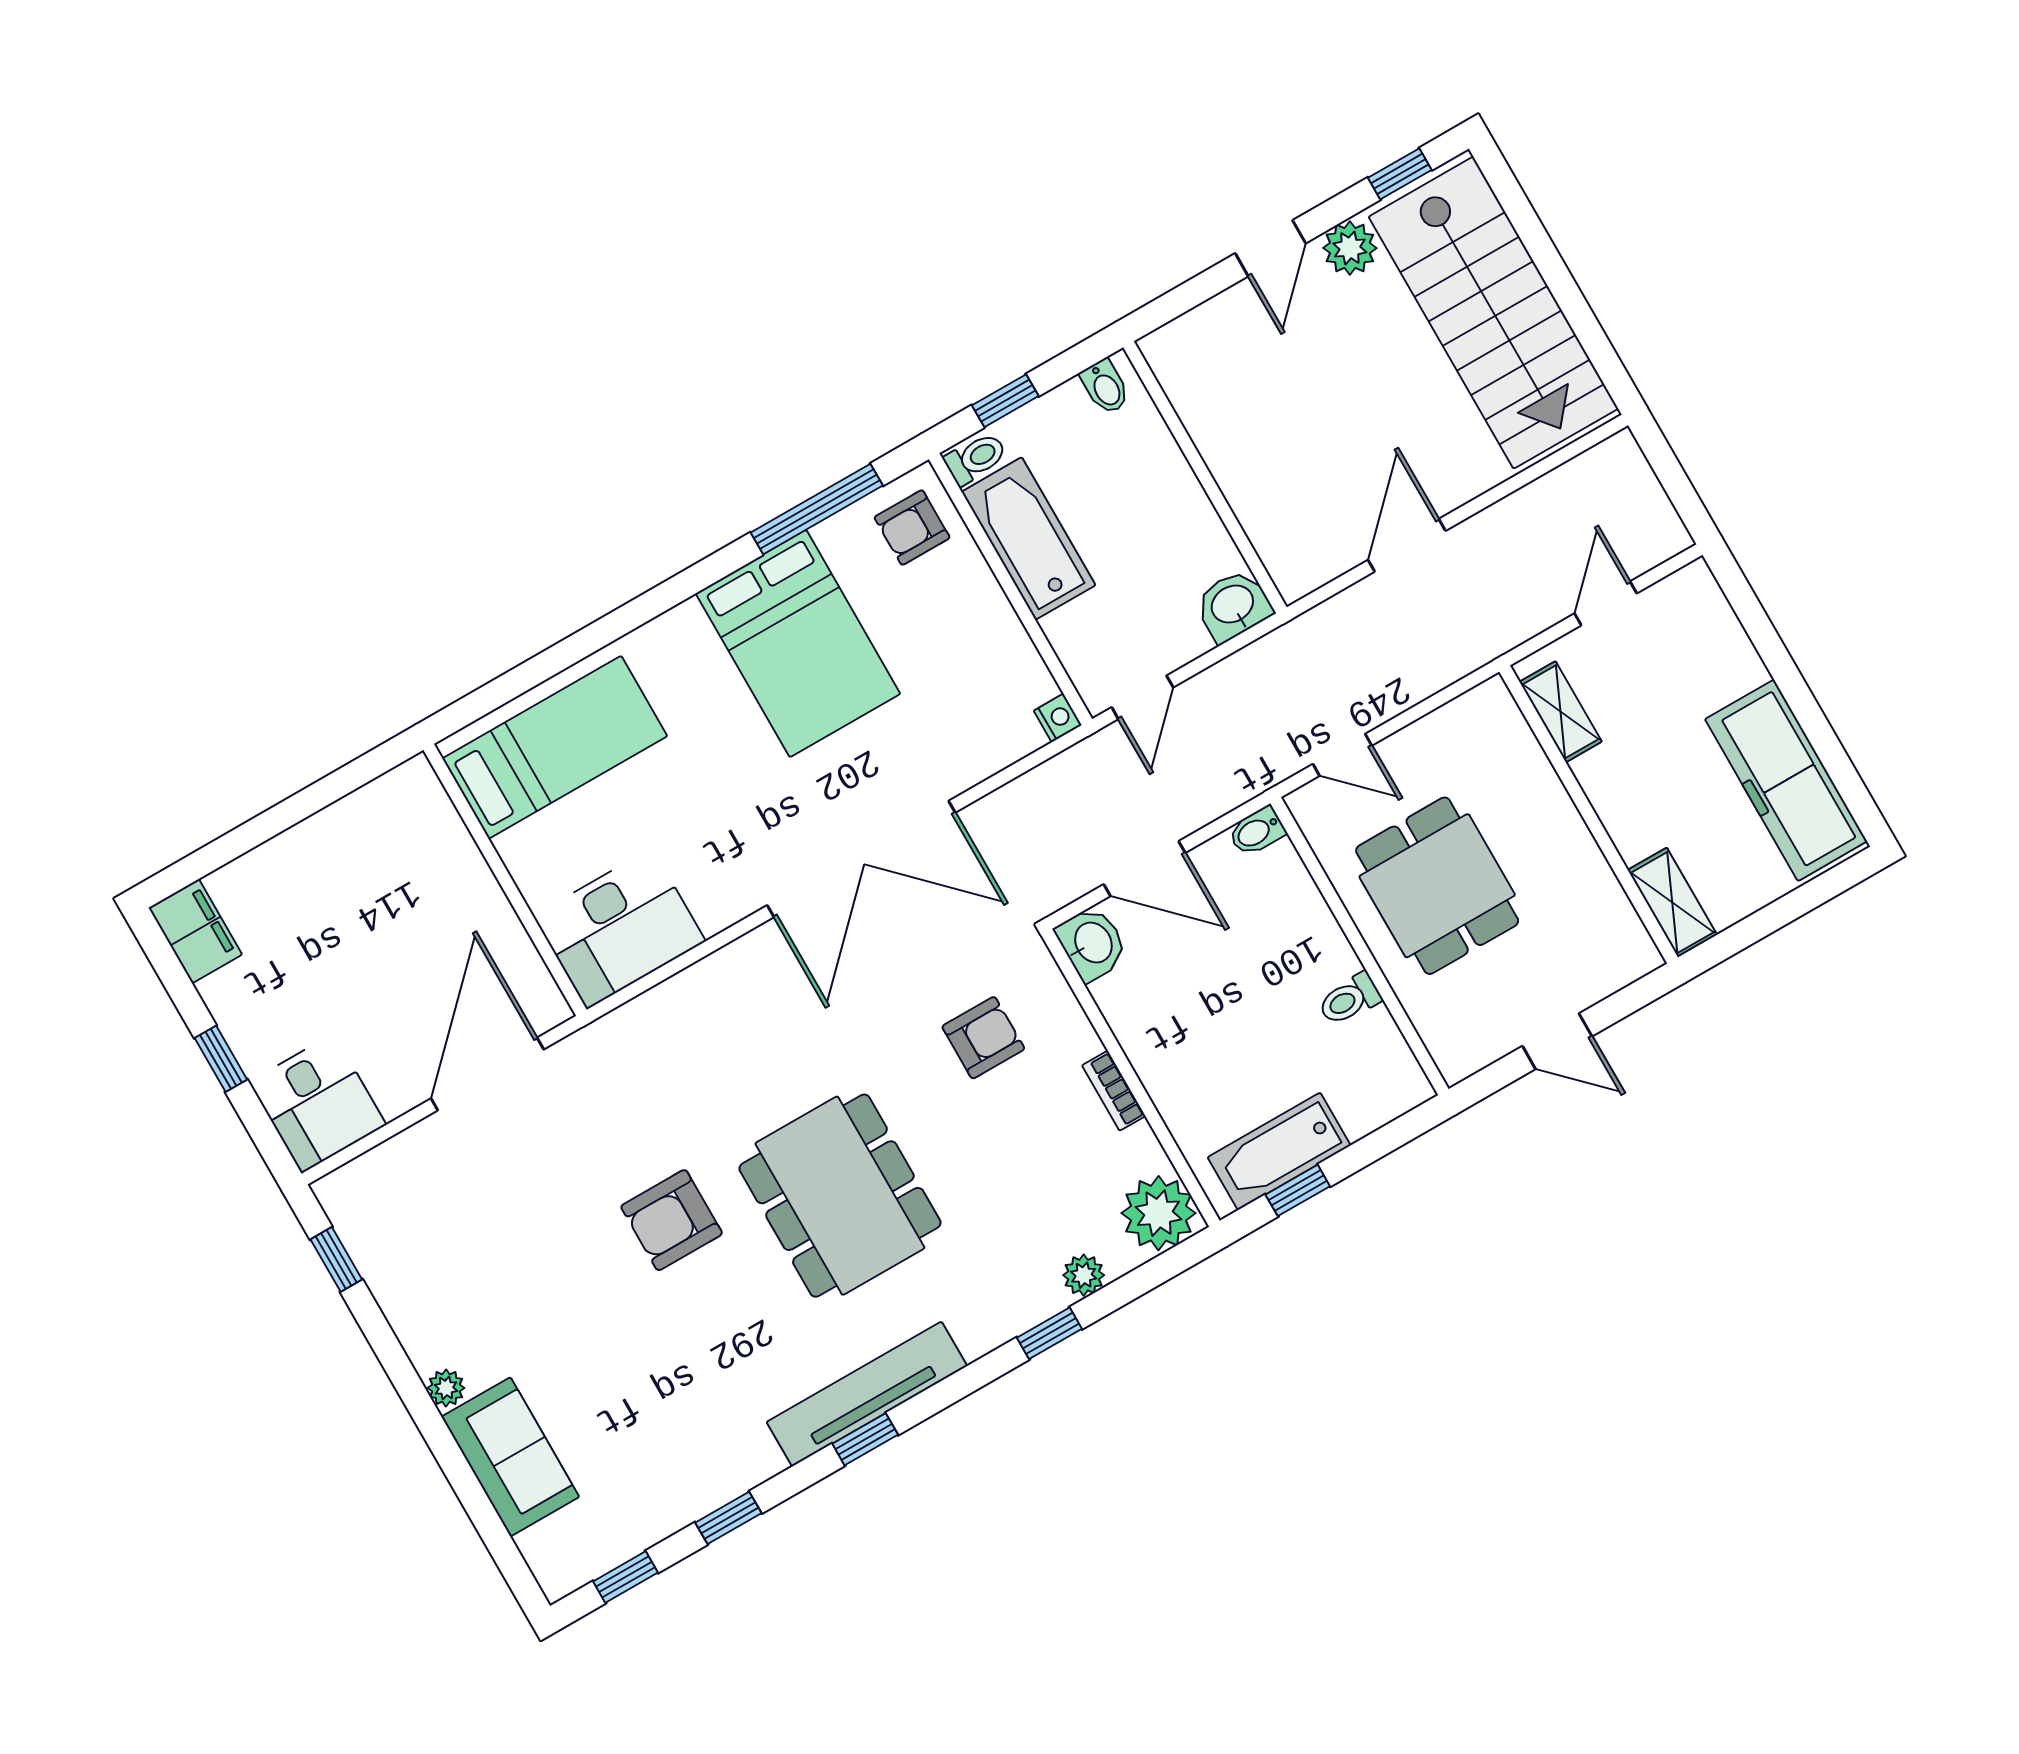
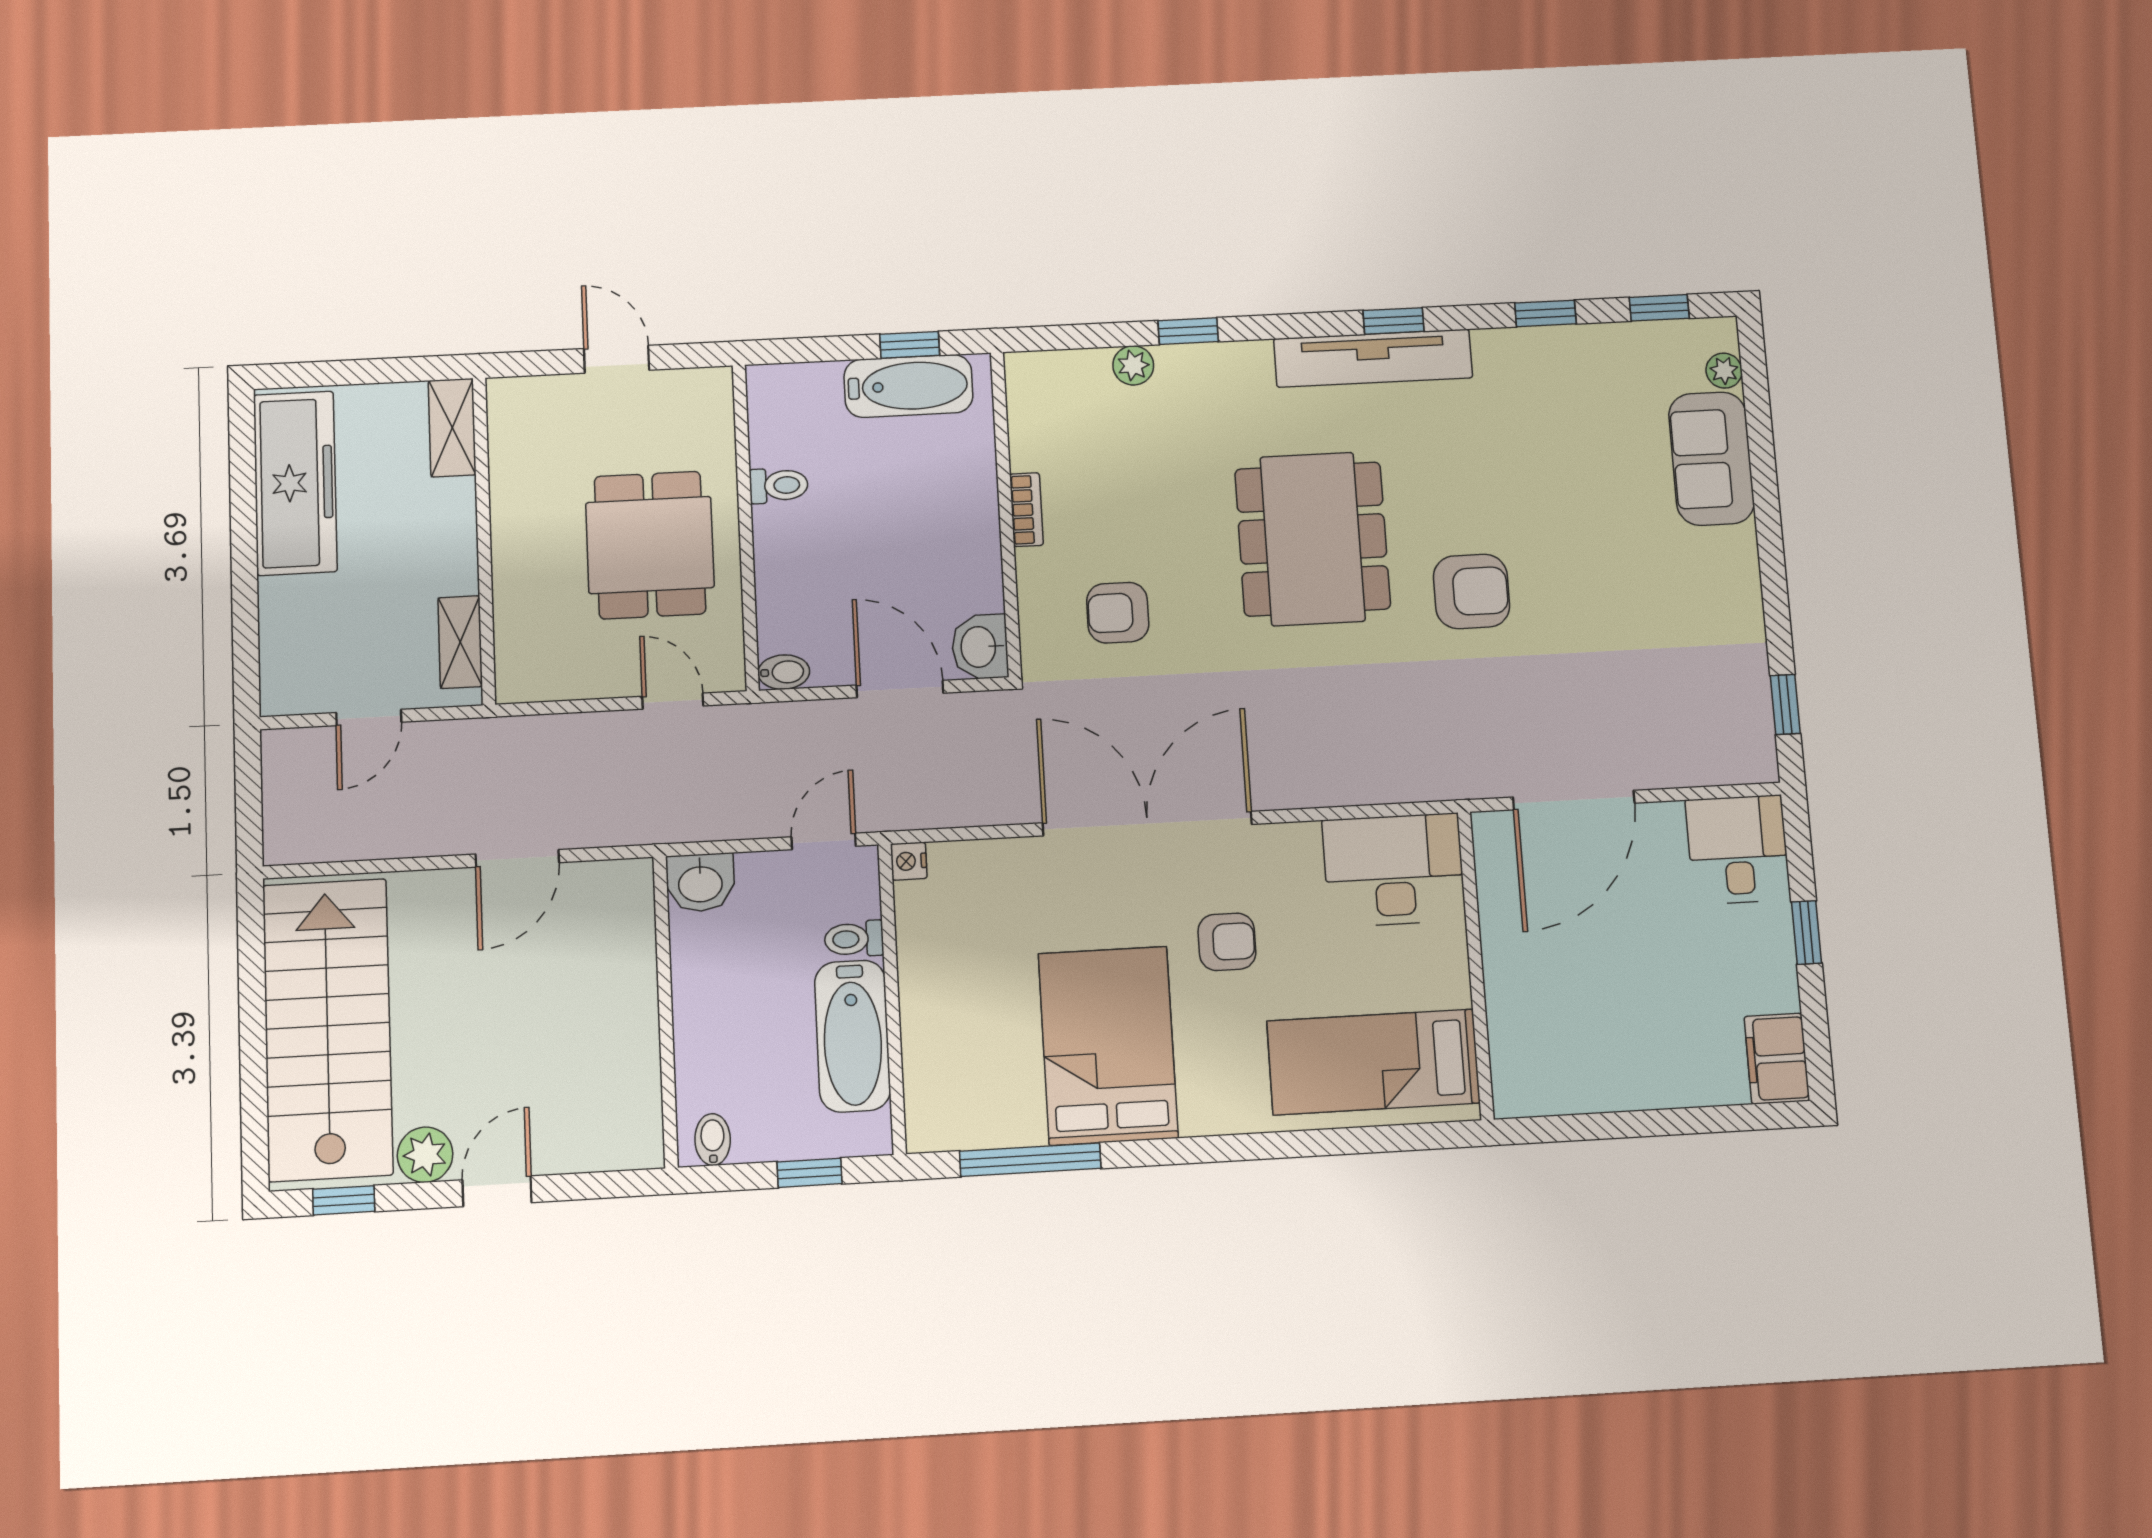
toilet: (976, 458) -> (854, 939), moved
armchair: (912, 528) -> (1227, 942), moved
plant: (1158, 1213) -> (1041, 386), removed
plant: (446, 1388) -> (1724, 371), moved

